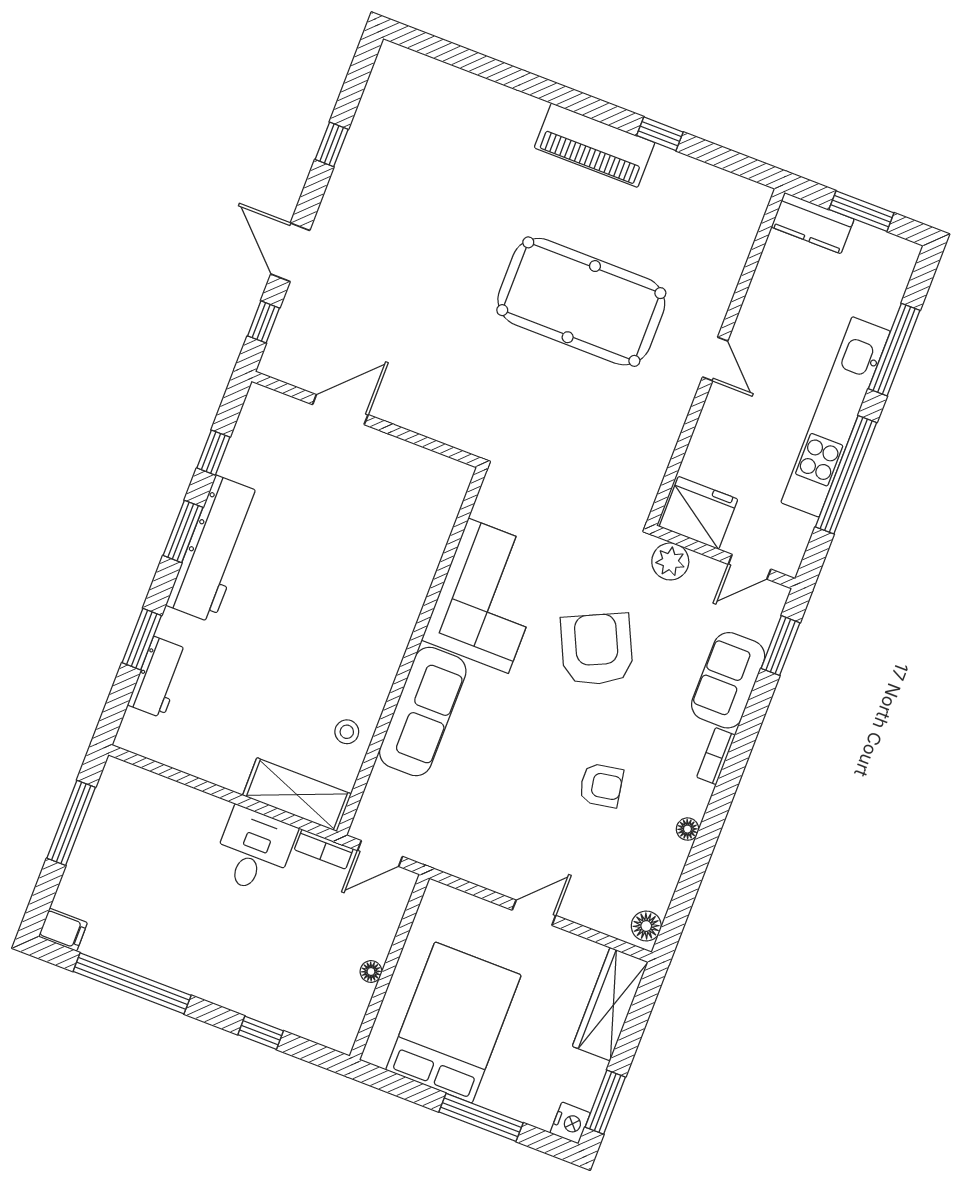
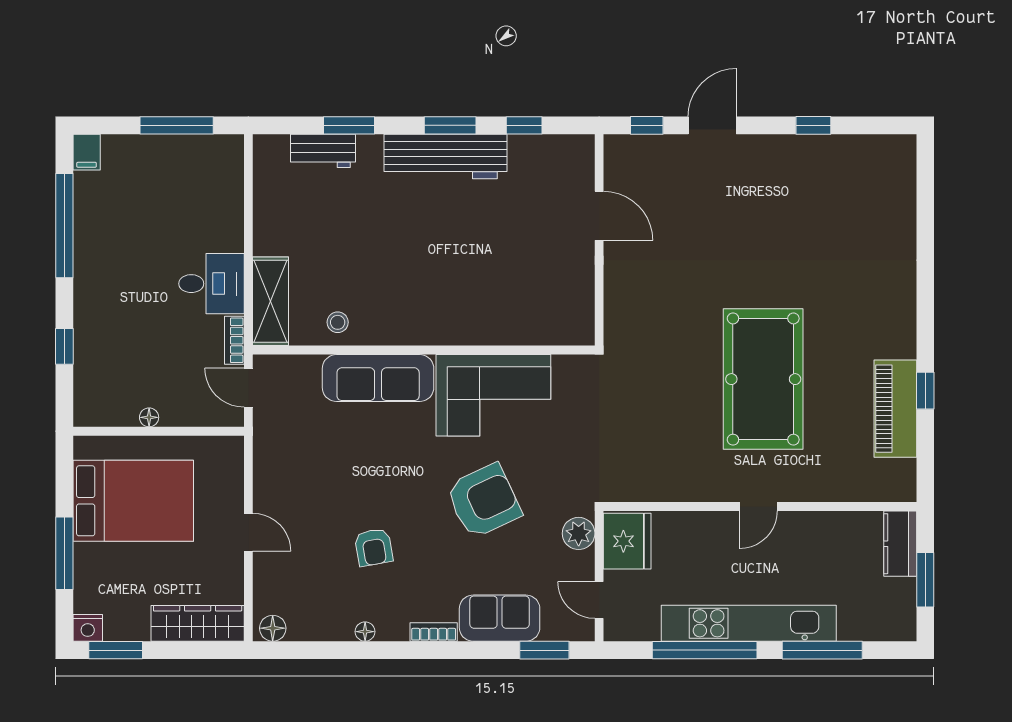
piano: (595, 145) -> (895, 409), moved

